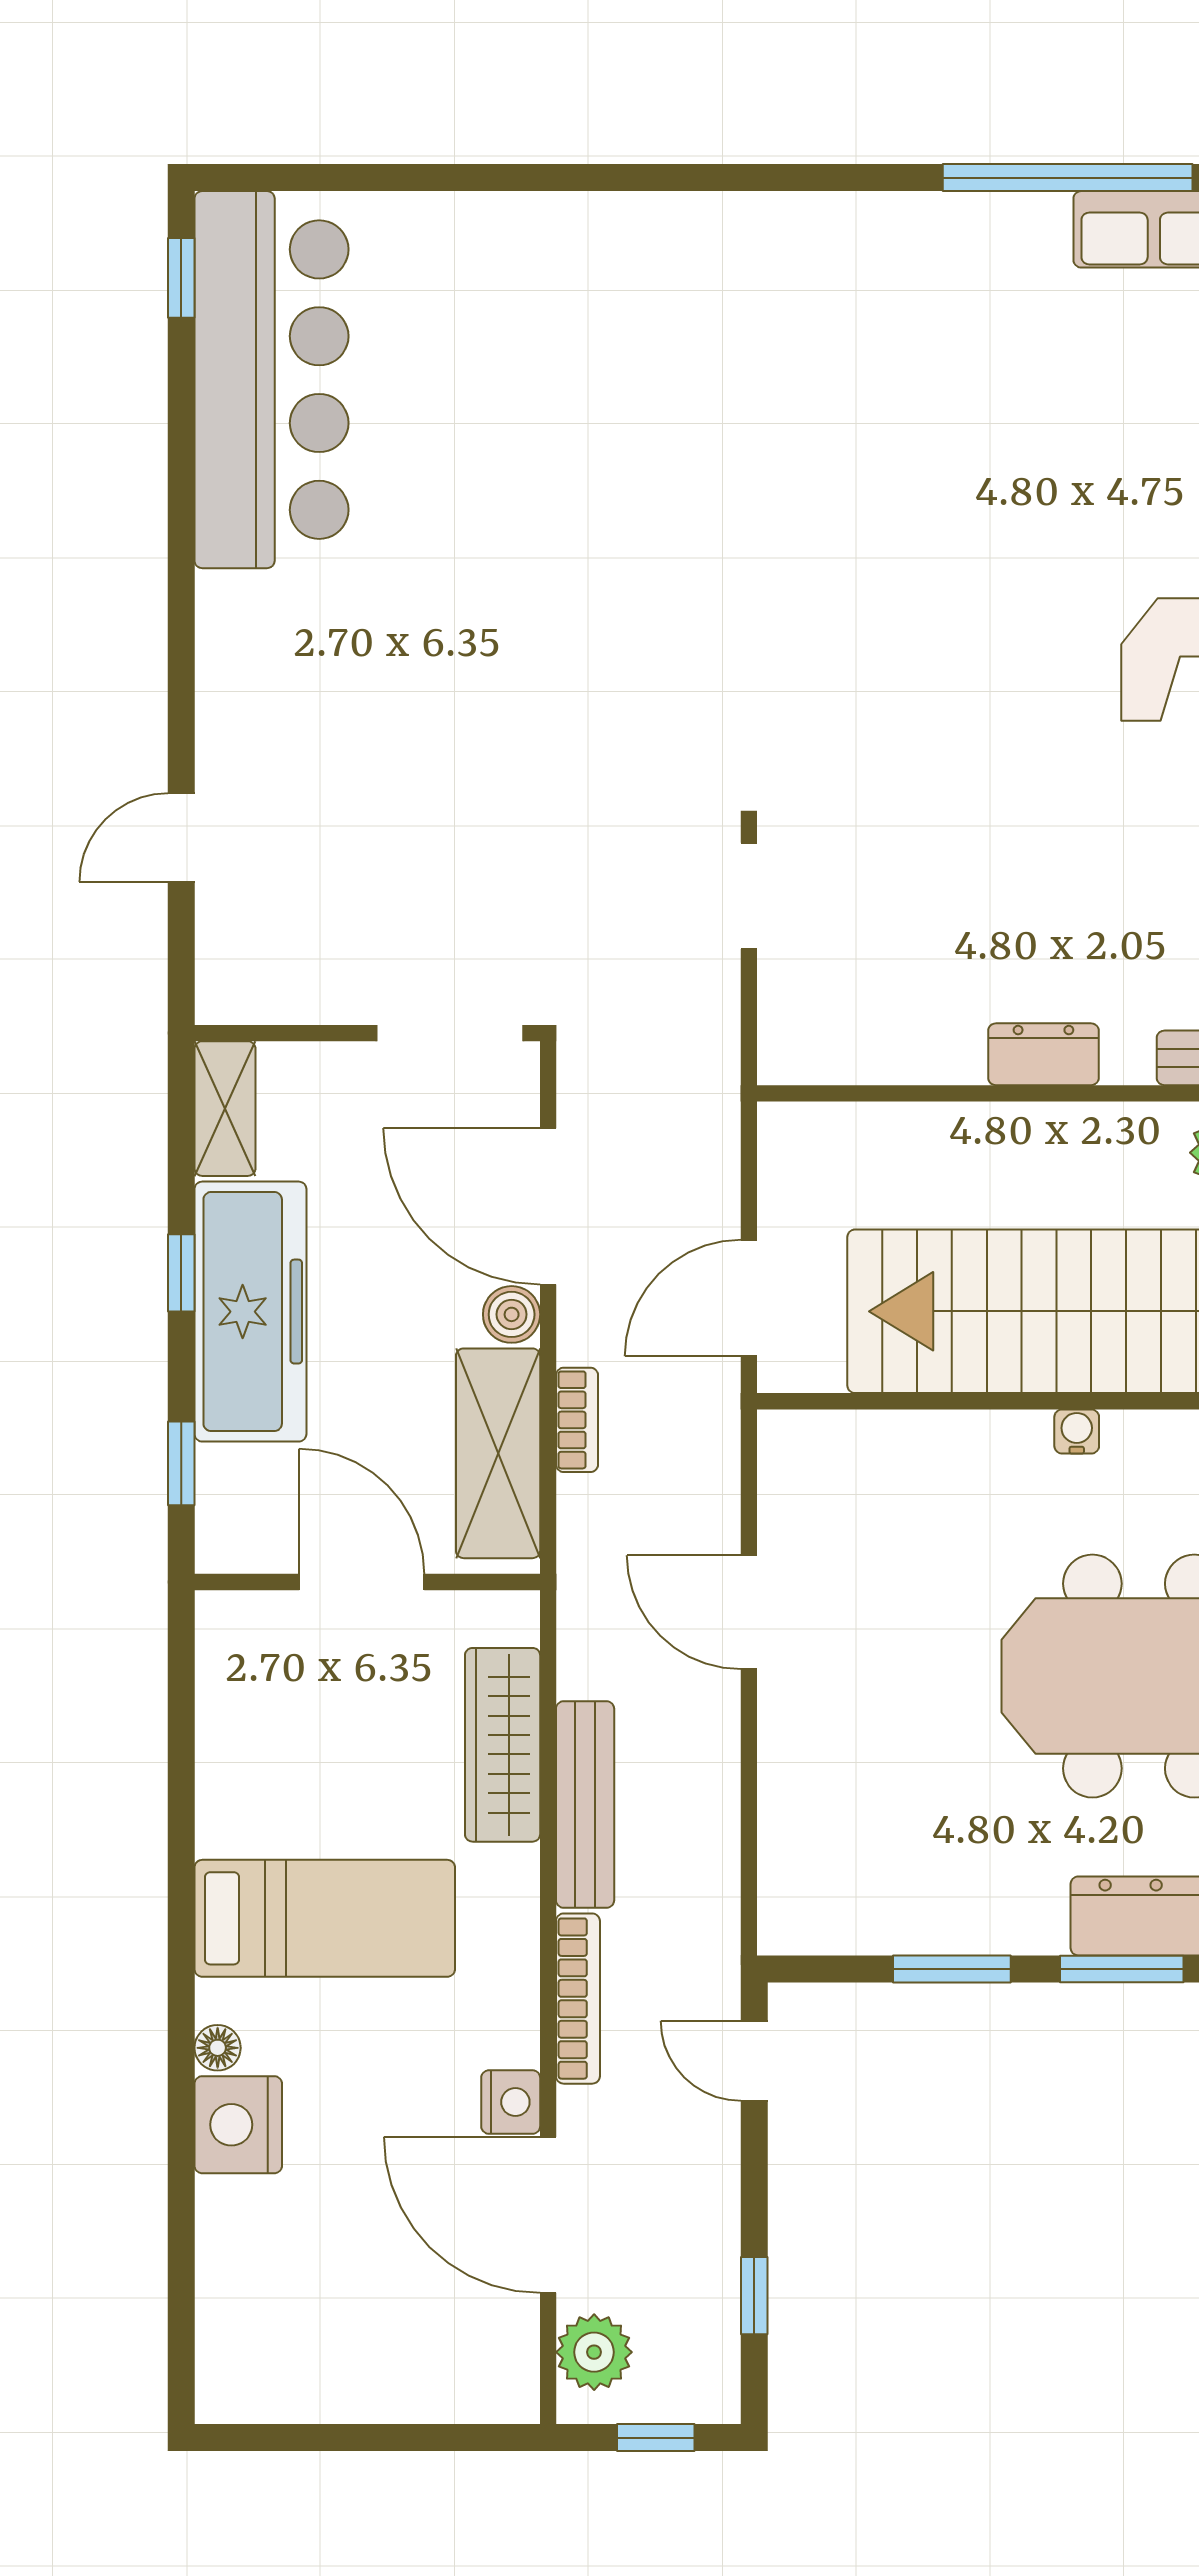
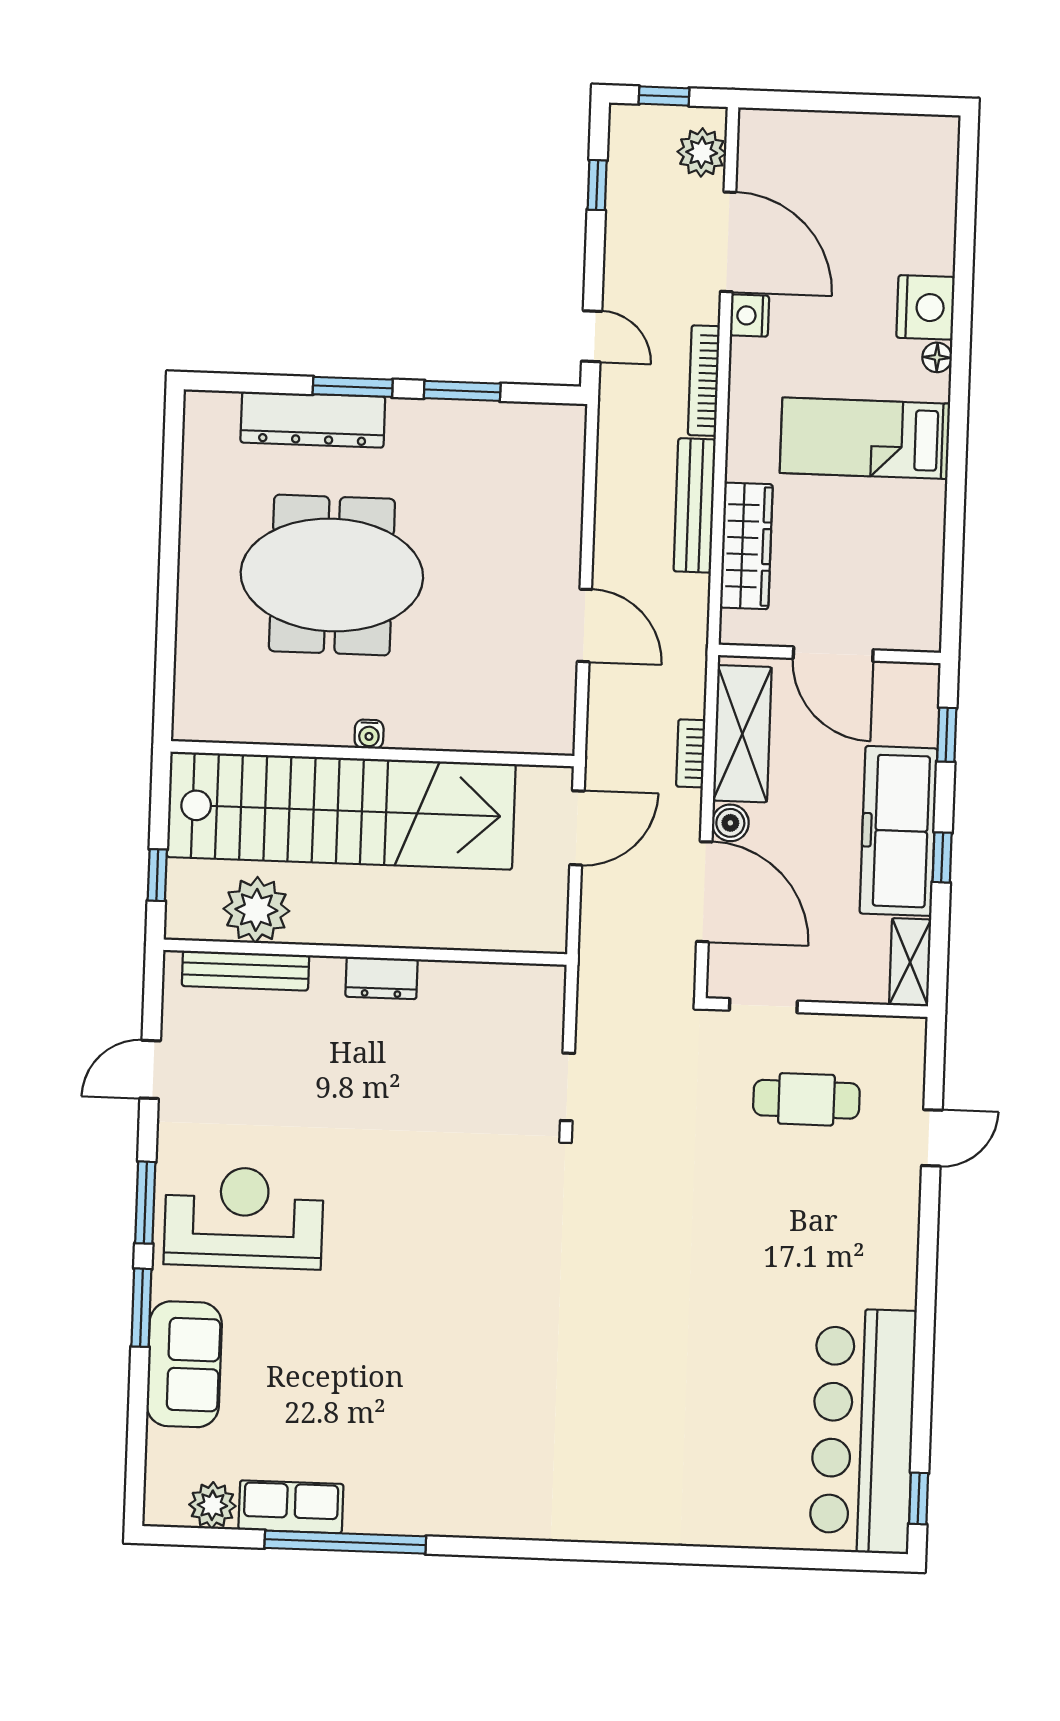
cafe table: (378, 890) -> (806, 1099), added
doorway: (450, 1033) -> (763, 1006), width x0.73

